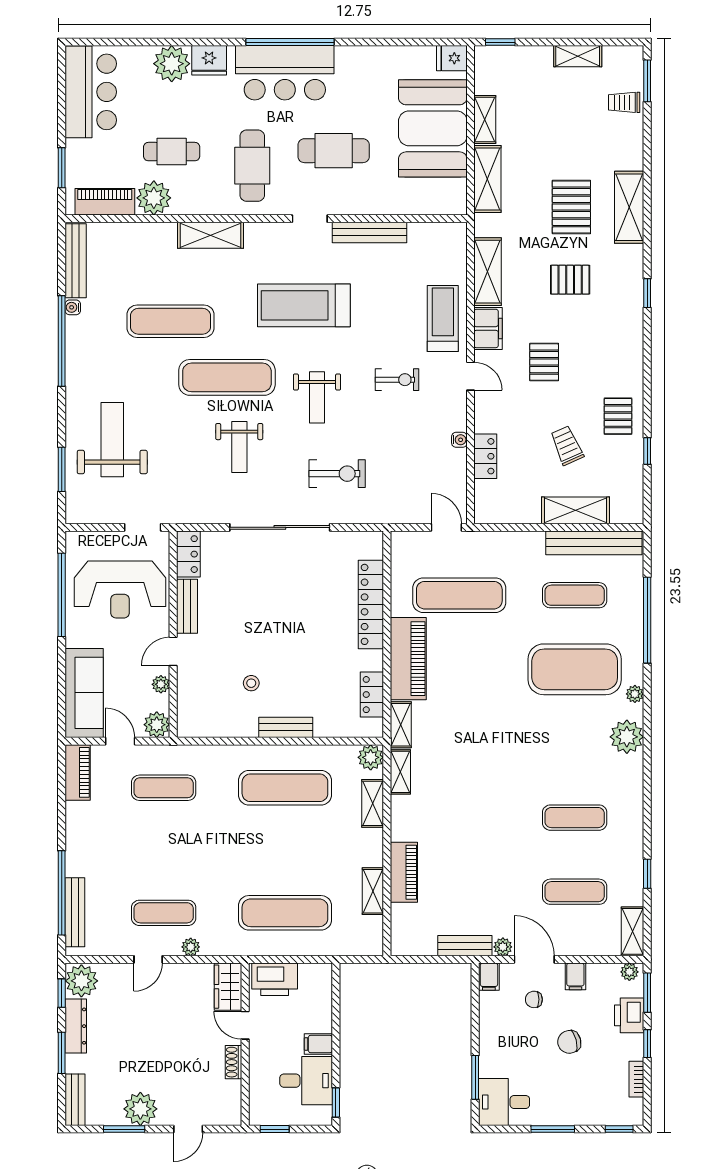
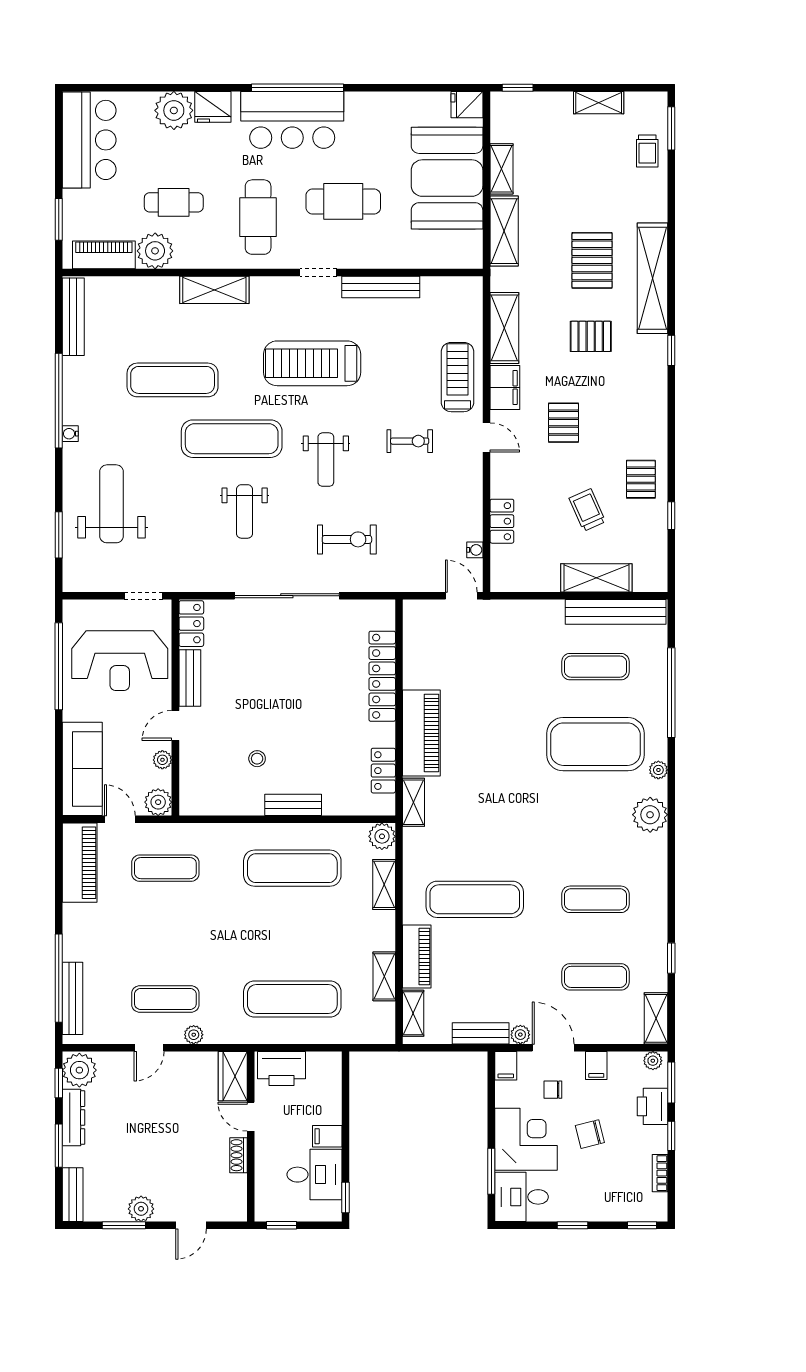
trolley: (624, 102) -> (647, 151), turned -90
shelving: (629, 207) -> (652, 278), width x1.47
water cooler: (73, 307) -> (70, 434), moved
water cooler: (459, 440) -> (475, 550), moved
exercise mat: (459, 595) -> (475, 899), moved
piano: (78, 772) -> (80, 863), width x1.37, depth x1.33
shelving: (400, 772) -> (413, 1013), moved
corner desk: (508, 1047) -> (526, 1139), added
plant: (140, 1109) -> (141, 1209), width x0.73, depth x0.73
window: (553, 1129) -> (573, 1225), width x0.67

